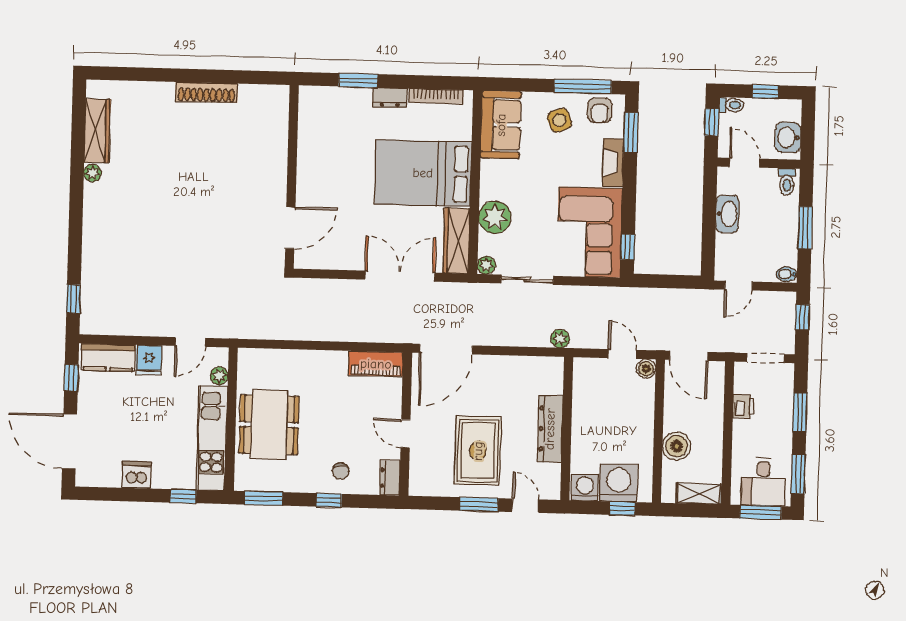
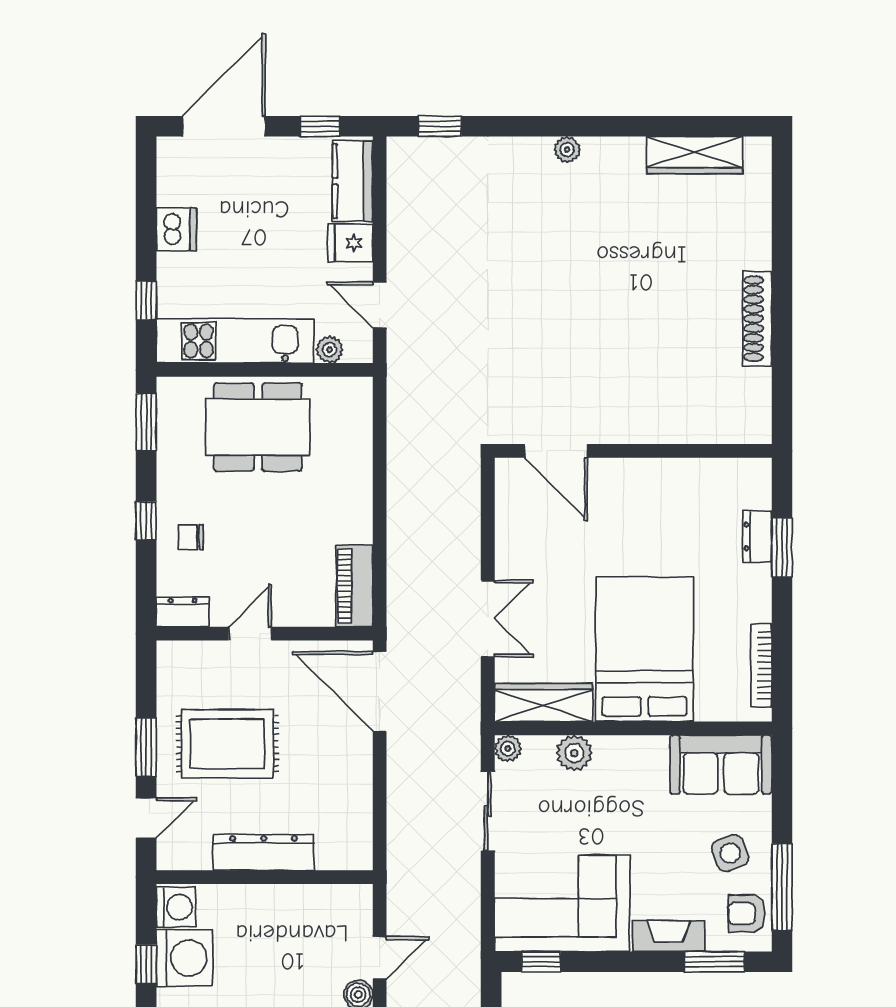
dresser: (390, 97) -> (757, 537), moved
plant: (92, 173) -> (567, 150), moved
plant: (495, 217) -> (574, 753), width x0.73, depth x0.73
double door: (400, 276) -> (488, 619), width x0.73
plant: (560, 339) -> (400, 863), removed

